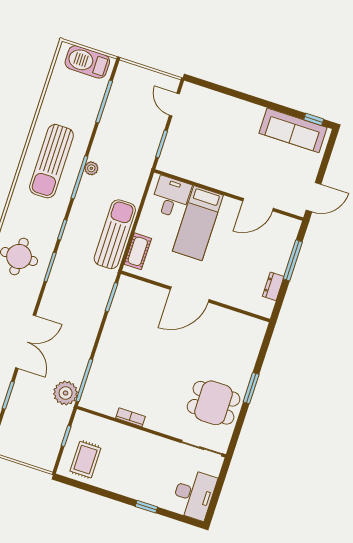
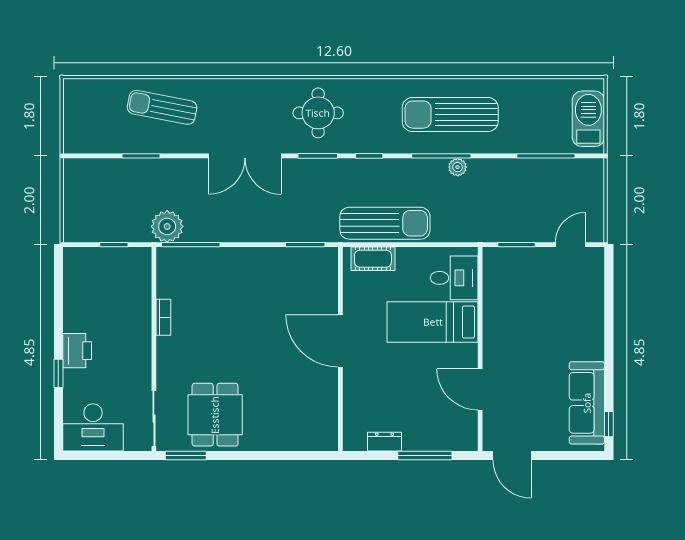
double door: (26, 342) -> (245, 156), moved
window: (251, 388) -> (186, 456), moved
rug: (85, 460) -> (92, 278), removed
printer: (134, 488) -> (77, 351), added

